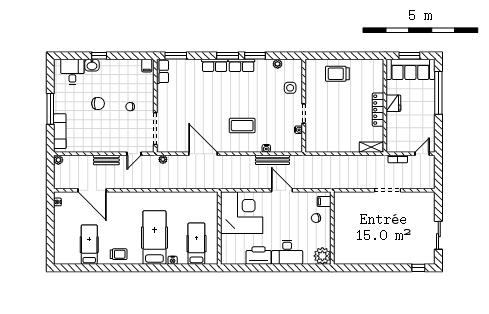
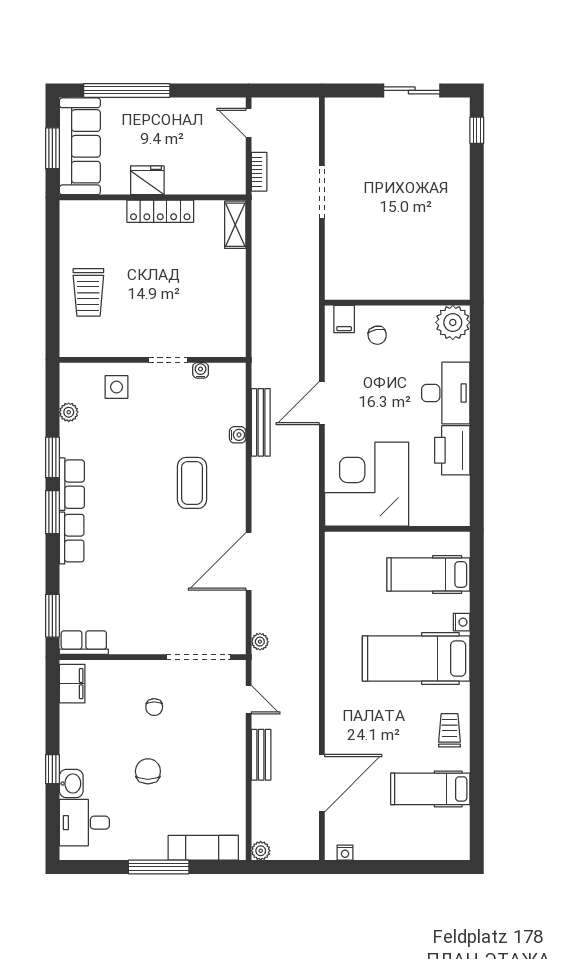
filing cabinet: (147, 66) -> (72, 684), width x2.00

